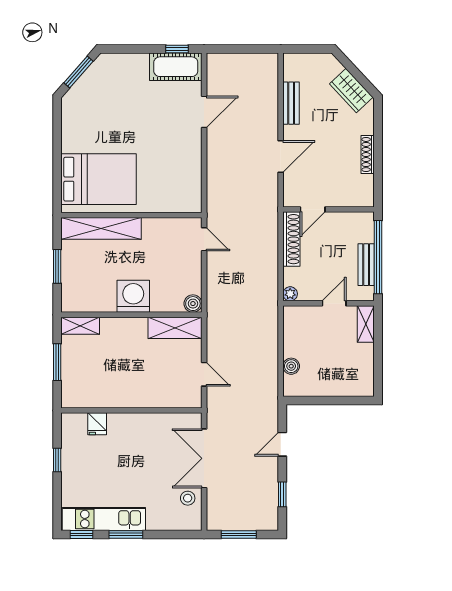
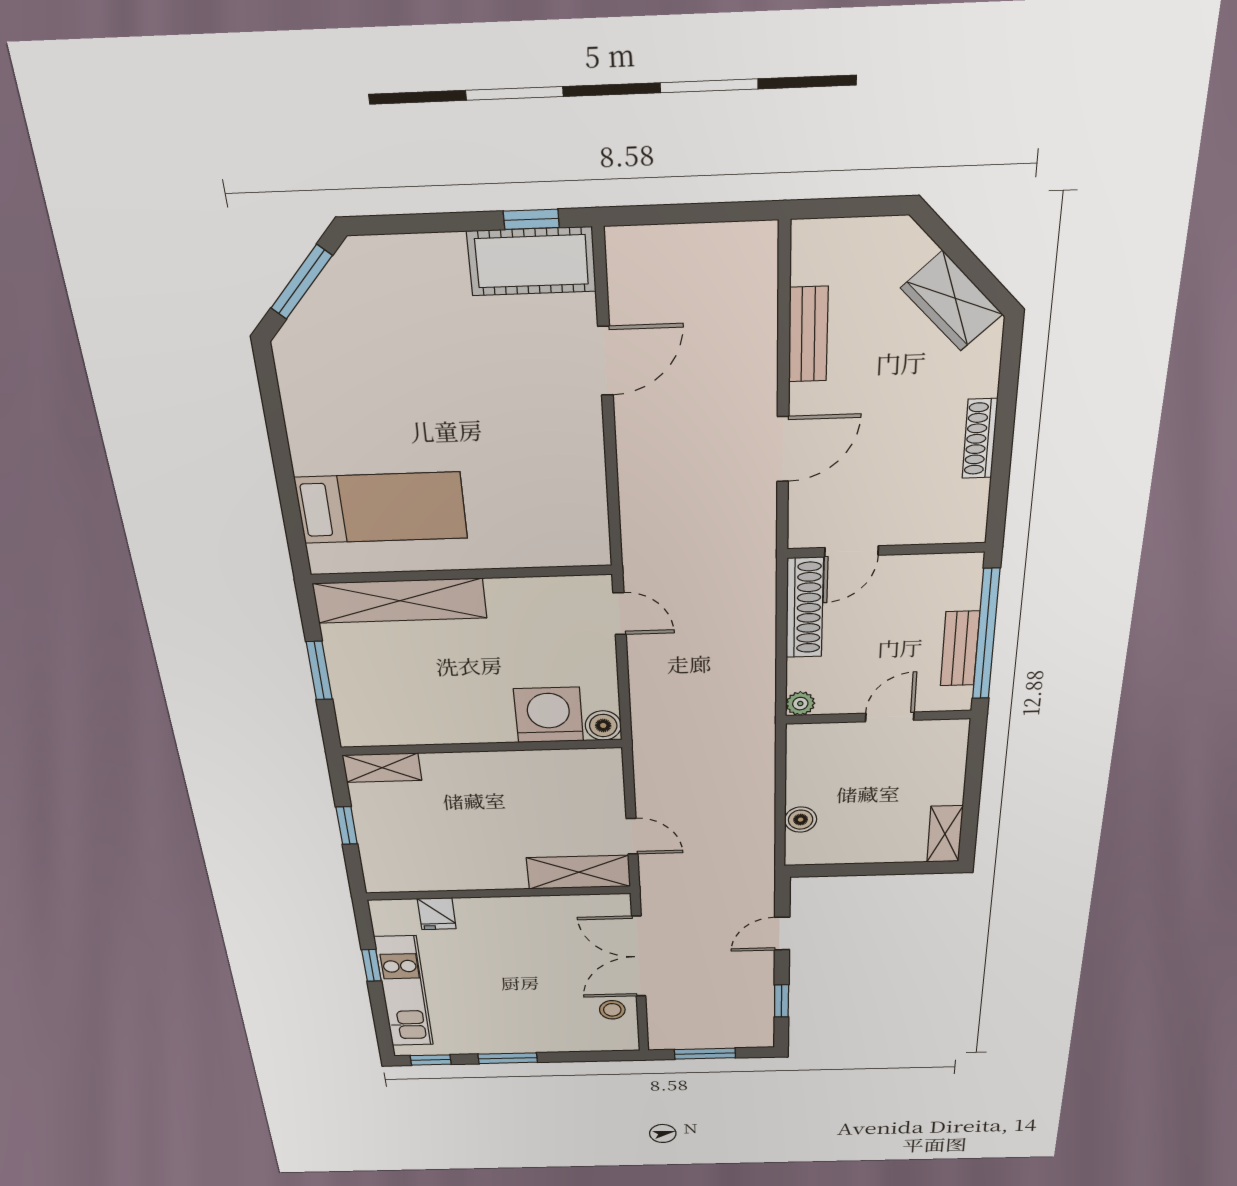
bed: (99, 179) -> (381, 508), width x0.67
washing machine: (133, 296) -> (549, 715), moved
shelving: (366, 324) -> (945, 834), moved
shelving: (175, 328) -> (579, 872), moved
window: (57, 362) -> (347, 826), width x0.67
kitchen unit: (104, 519) -> (404, 992), moved, turned 90

